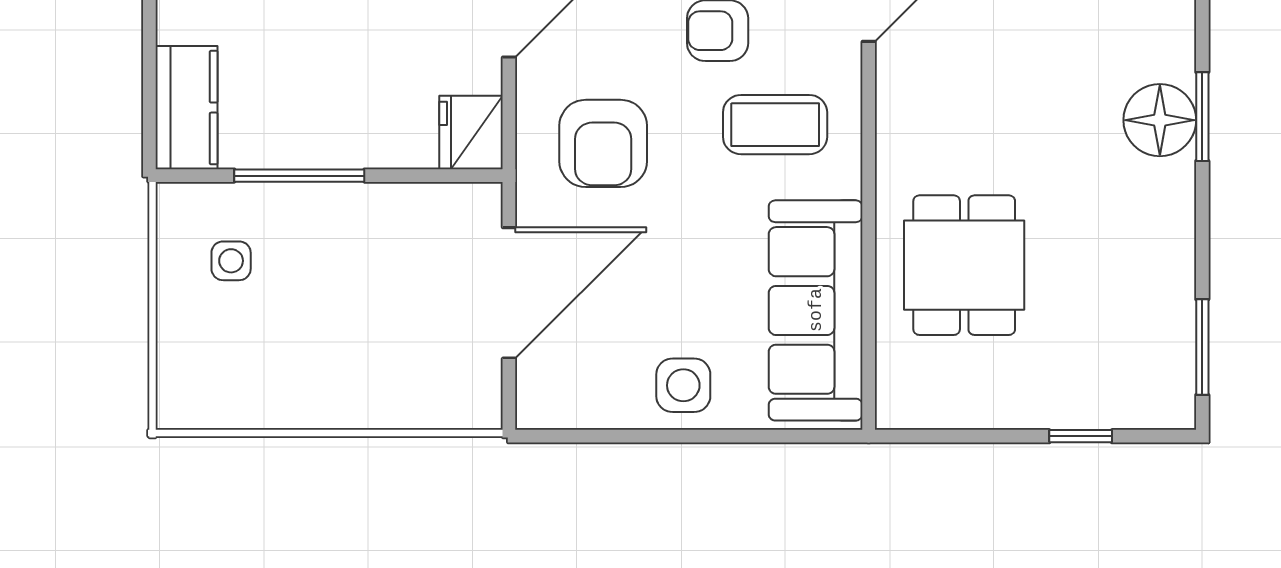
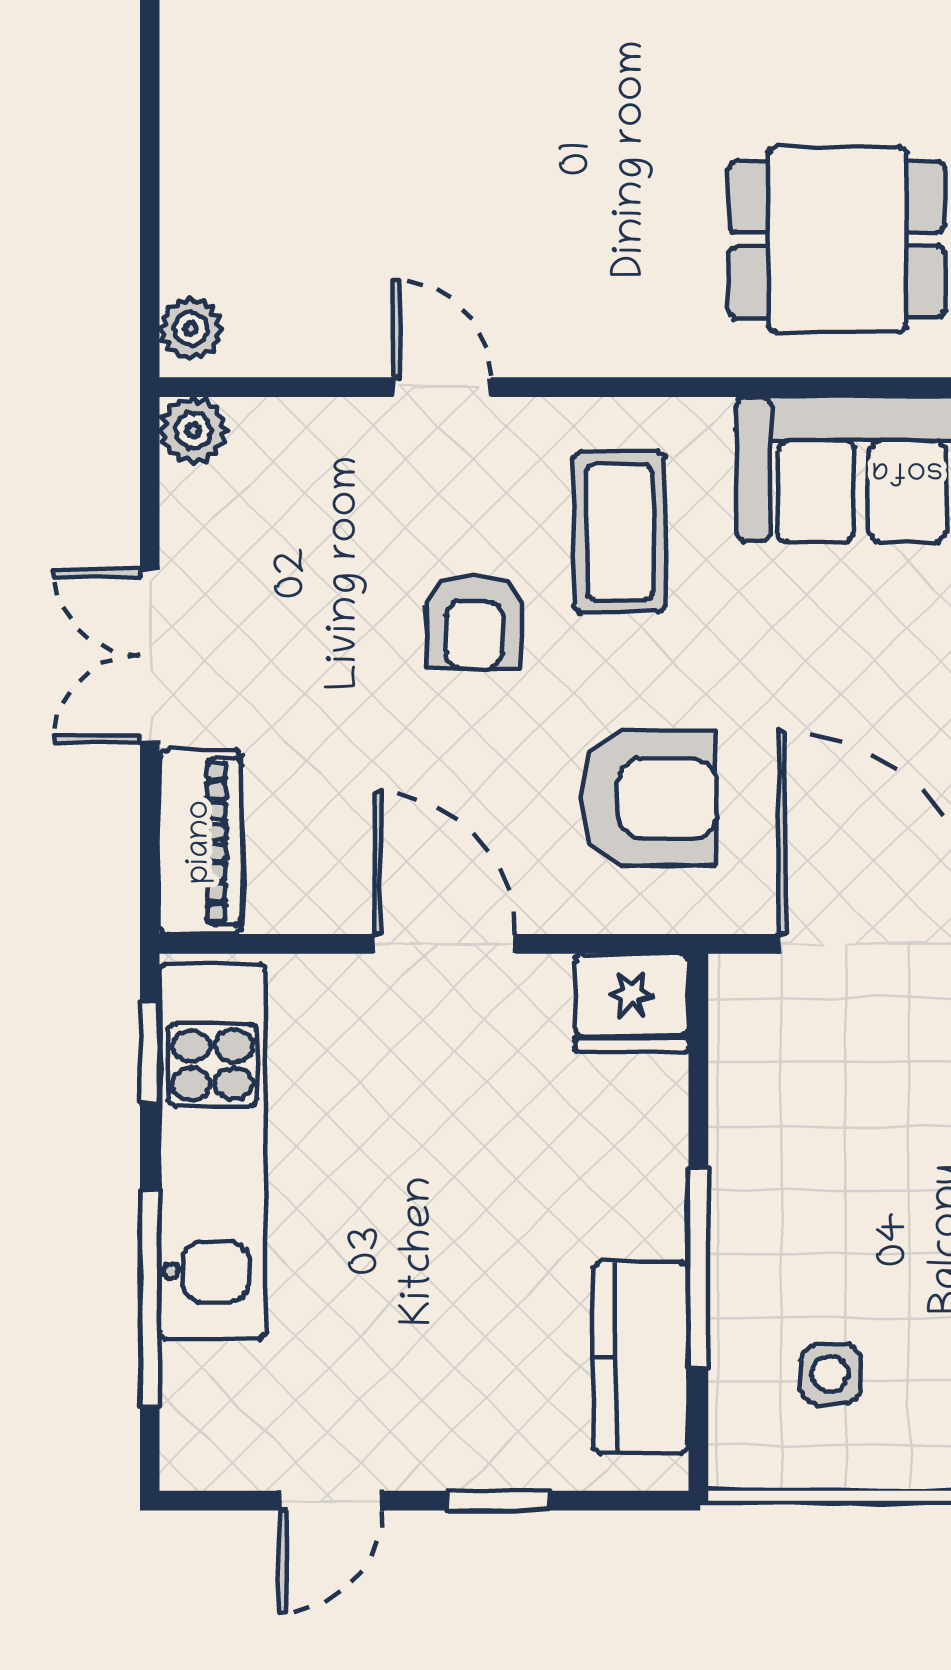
window: (149, 46) -> (499, 1501), added
kitchen counter: (186, 108) -> (641, 1357), moved, turned -90

